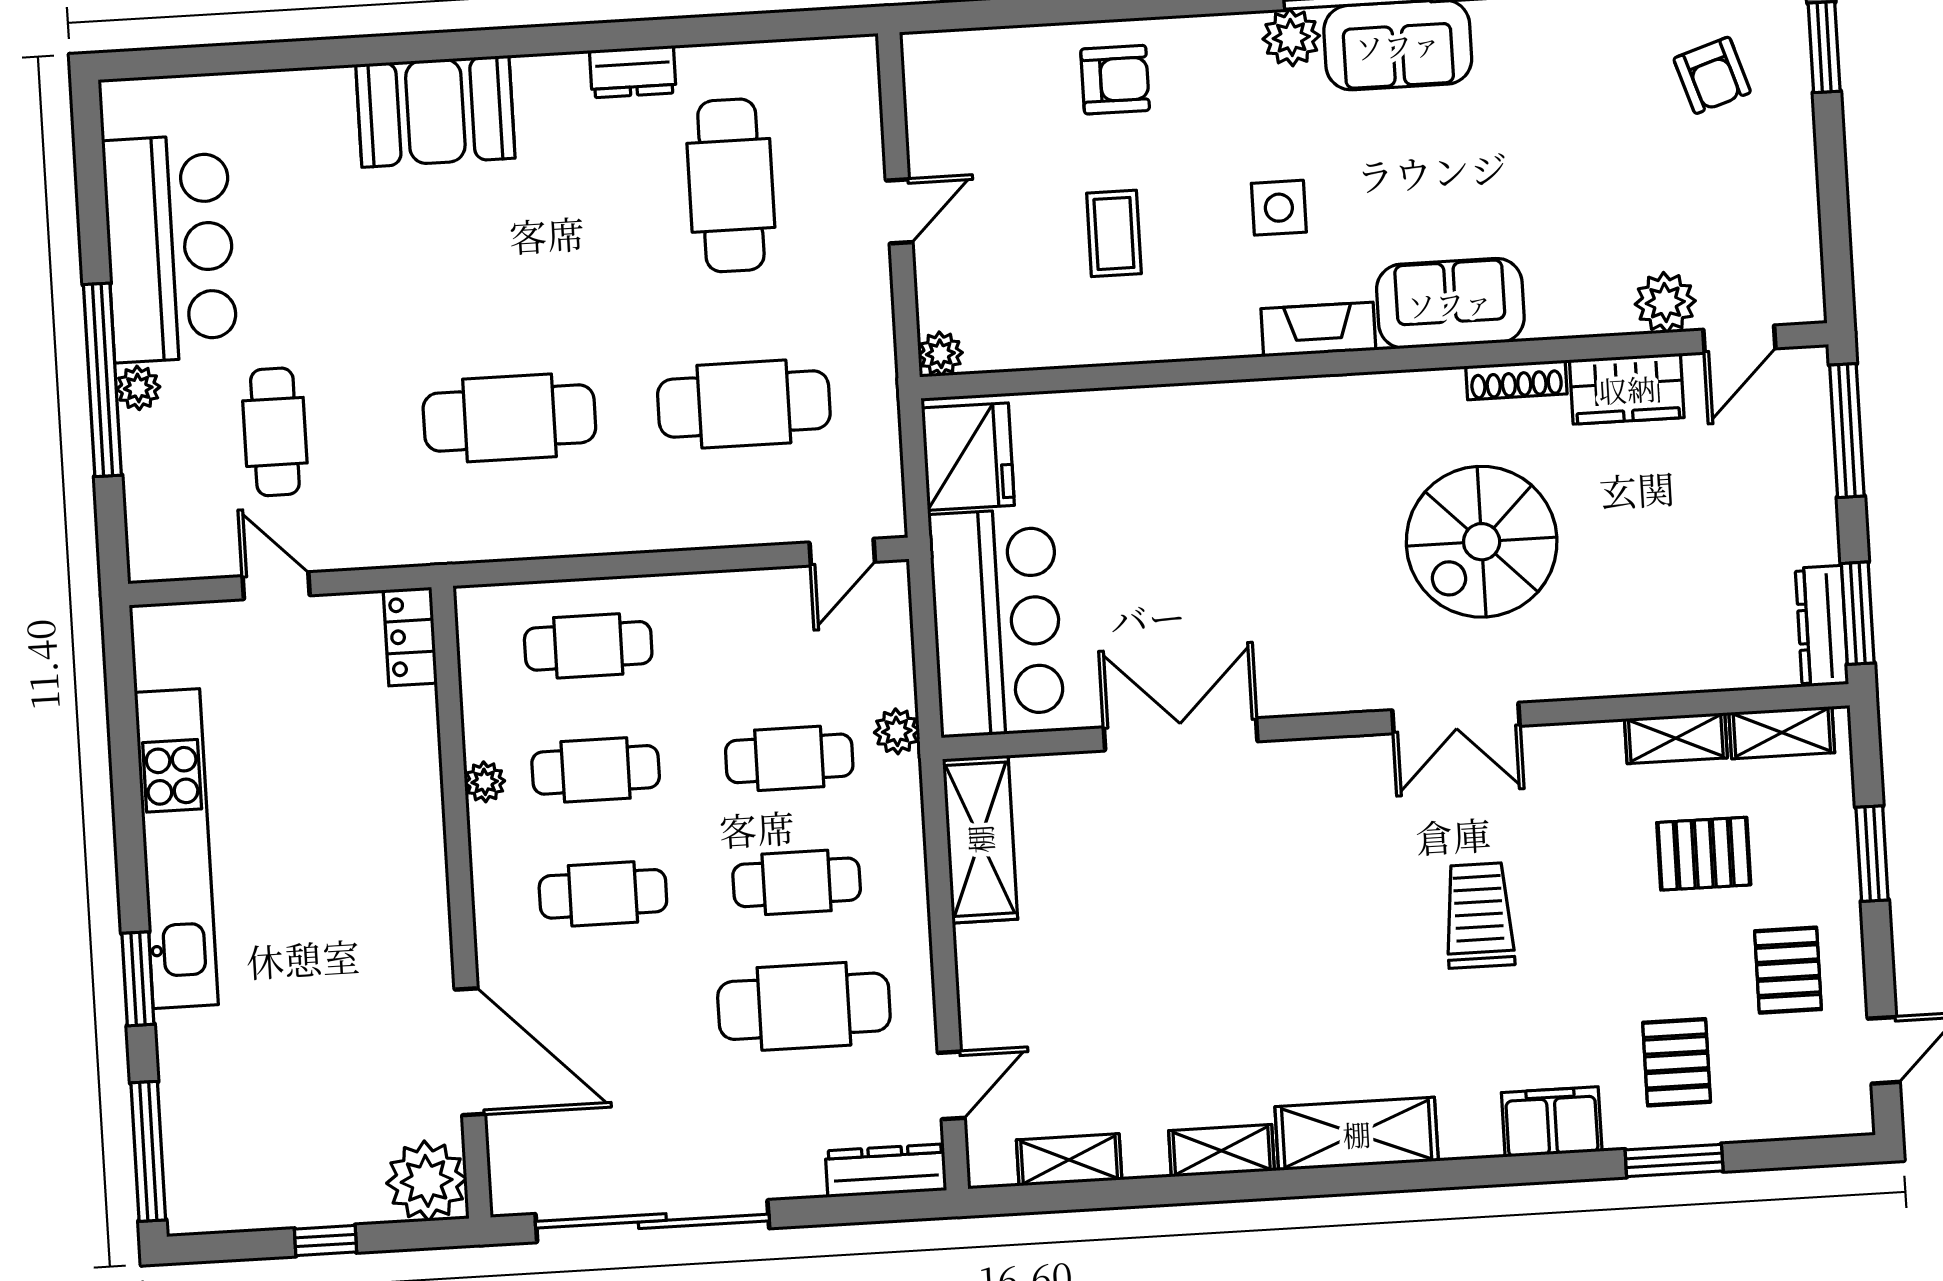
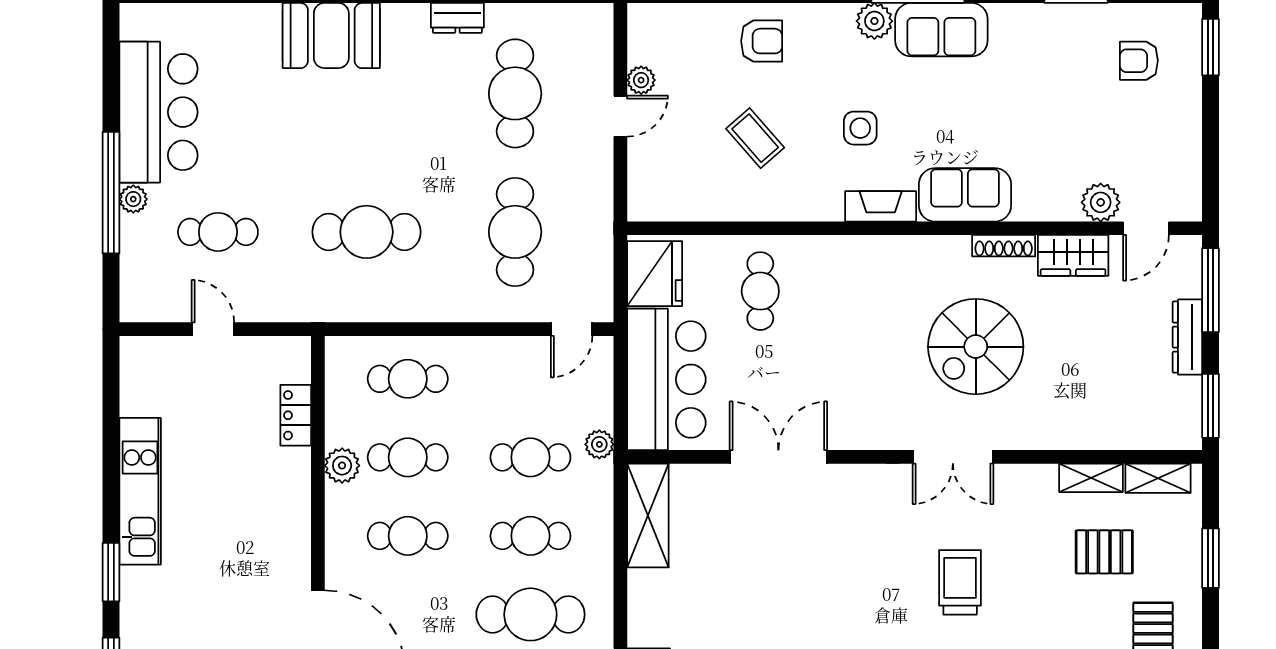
armchair: (1712, 75) -> (1139, 61), turned 108
coffee table: (1114, 233) -> (755, 138), turned -41
plant: (940, 354) -> (641, 80), moved
cafe table: (744, 404) -> (515, 232), turned 90
cafe table: (275, 432) -> (218, 232), turned 90
cafe table: (1136, 474) -> (760, 291), added
dresser: (1822, 626) -> (1187, 337), moved
locker: (410, 637) -> (296, 415), moved
plant: (485, 782) -> (342, 466), width x1.38, depth x1.38
kitchen unit: (176, 849) -> (140, 491), width x0.73

